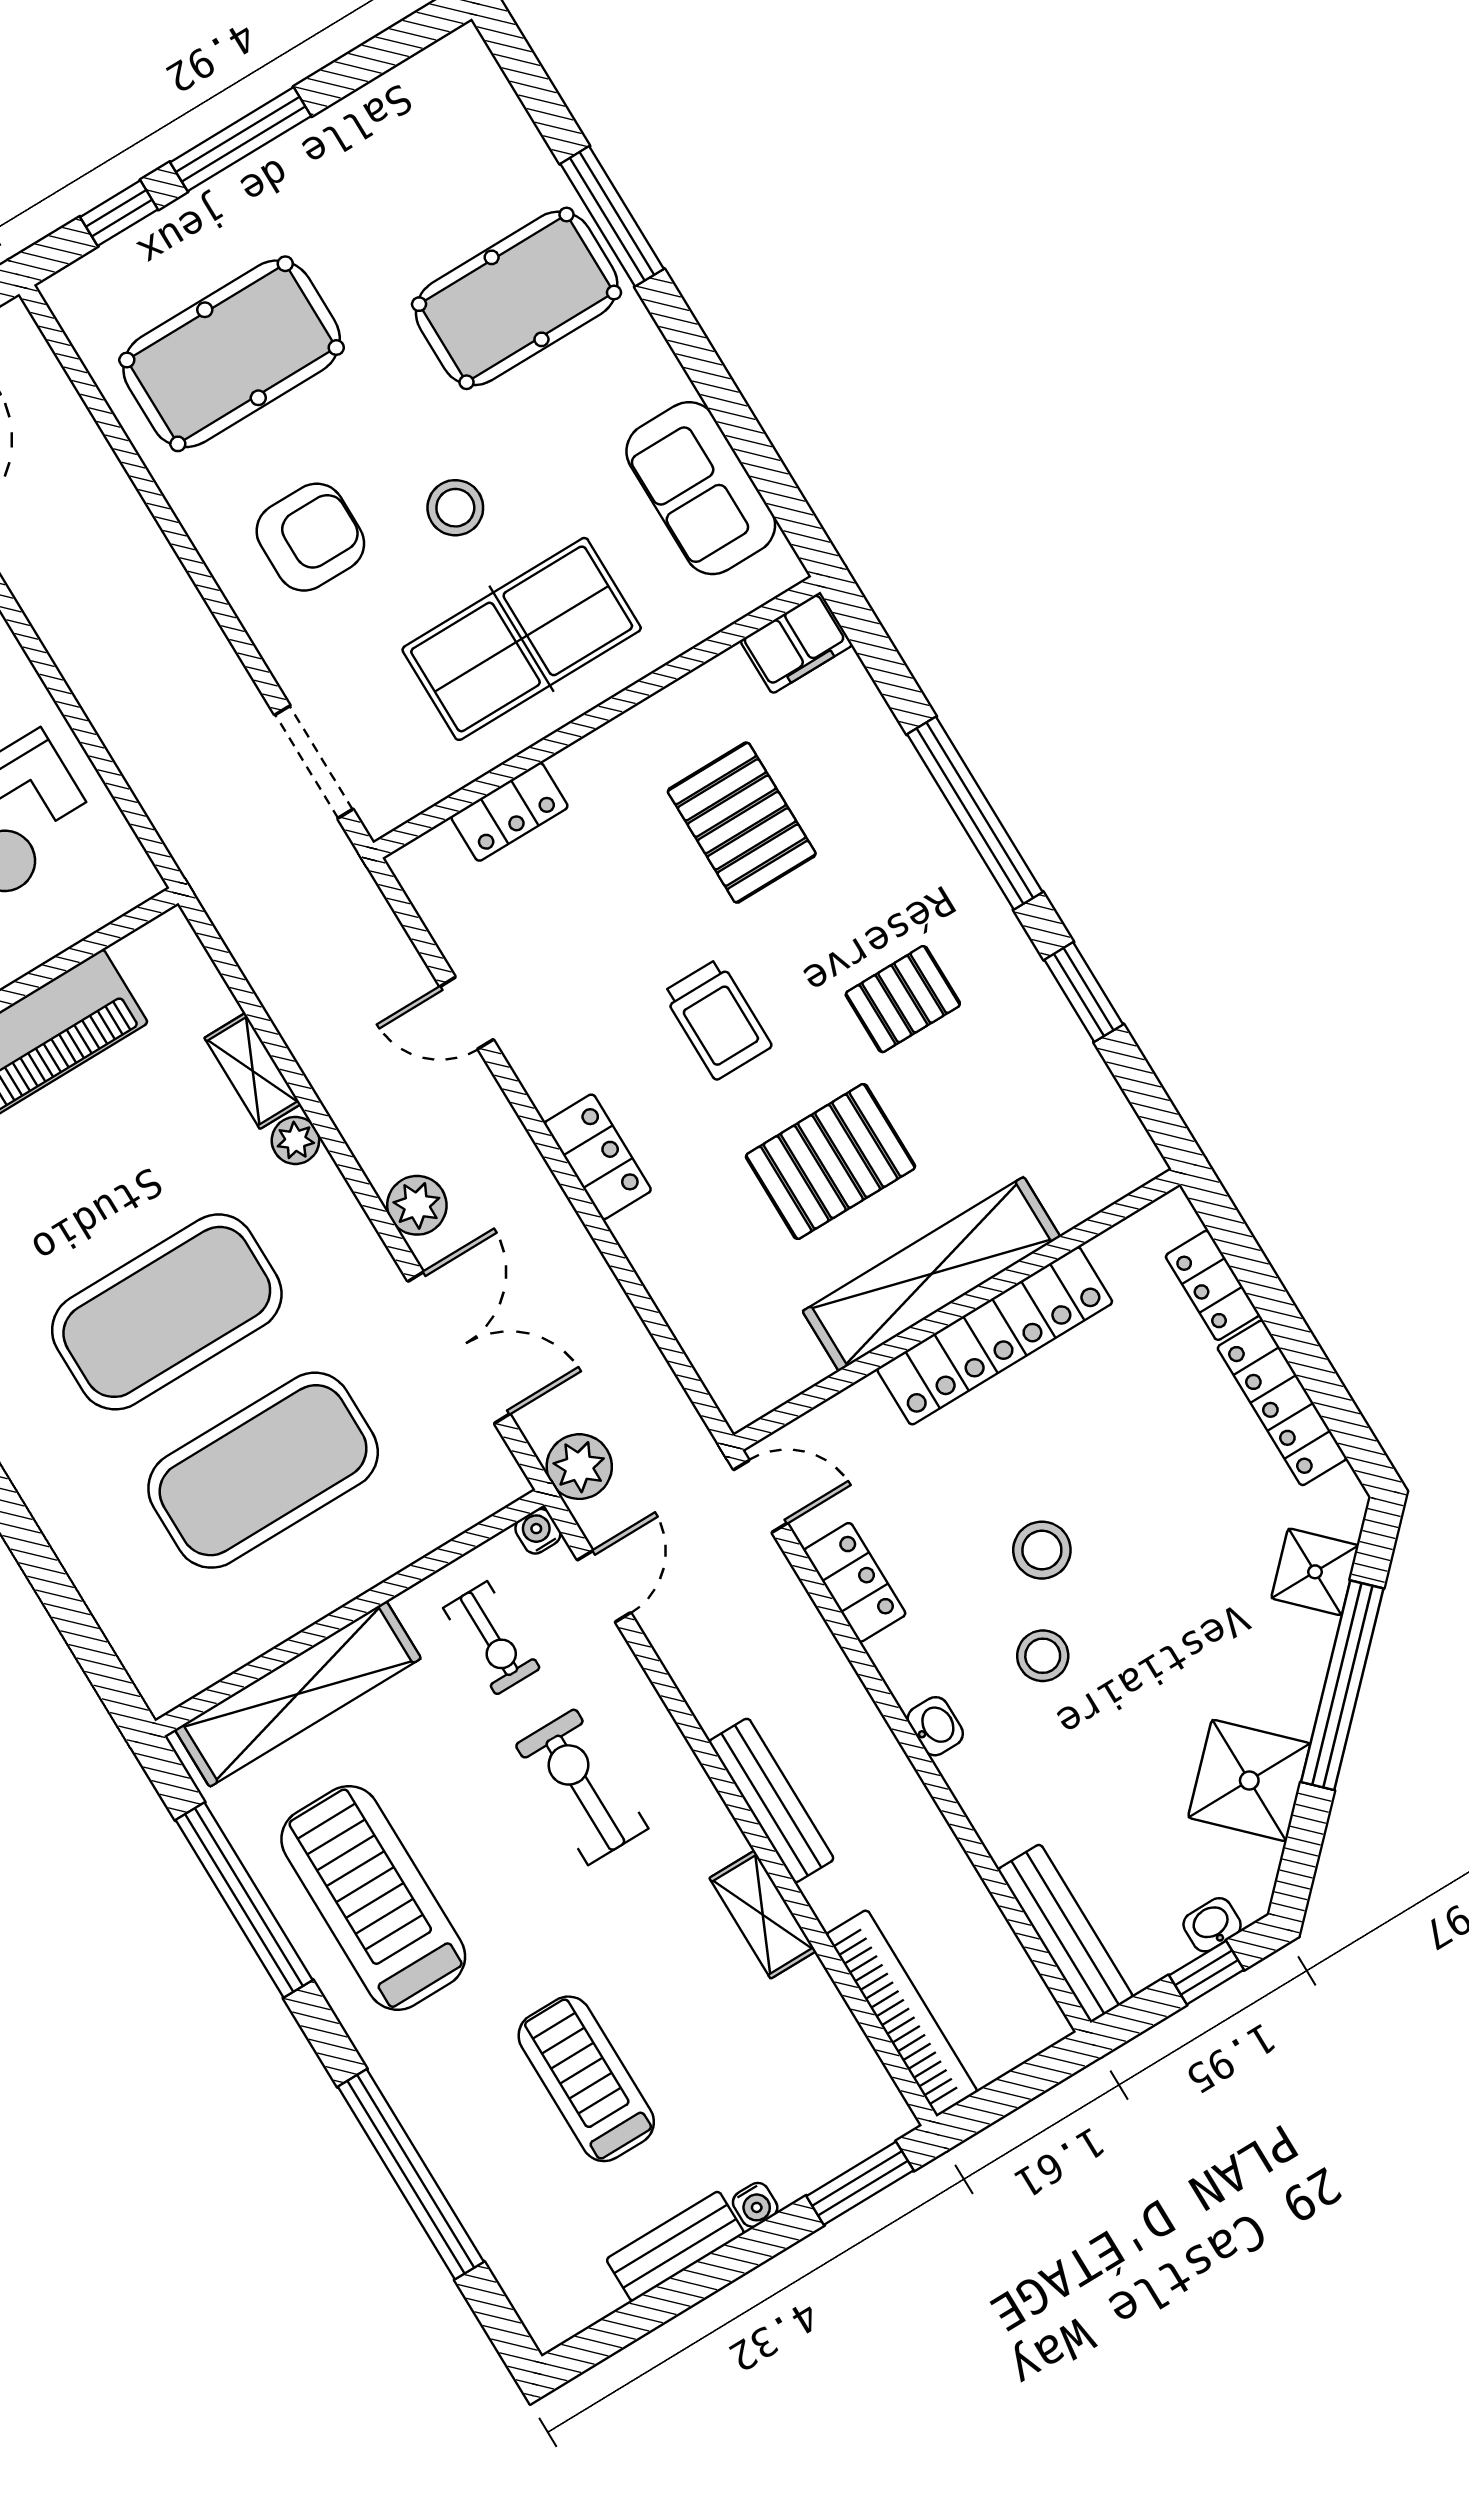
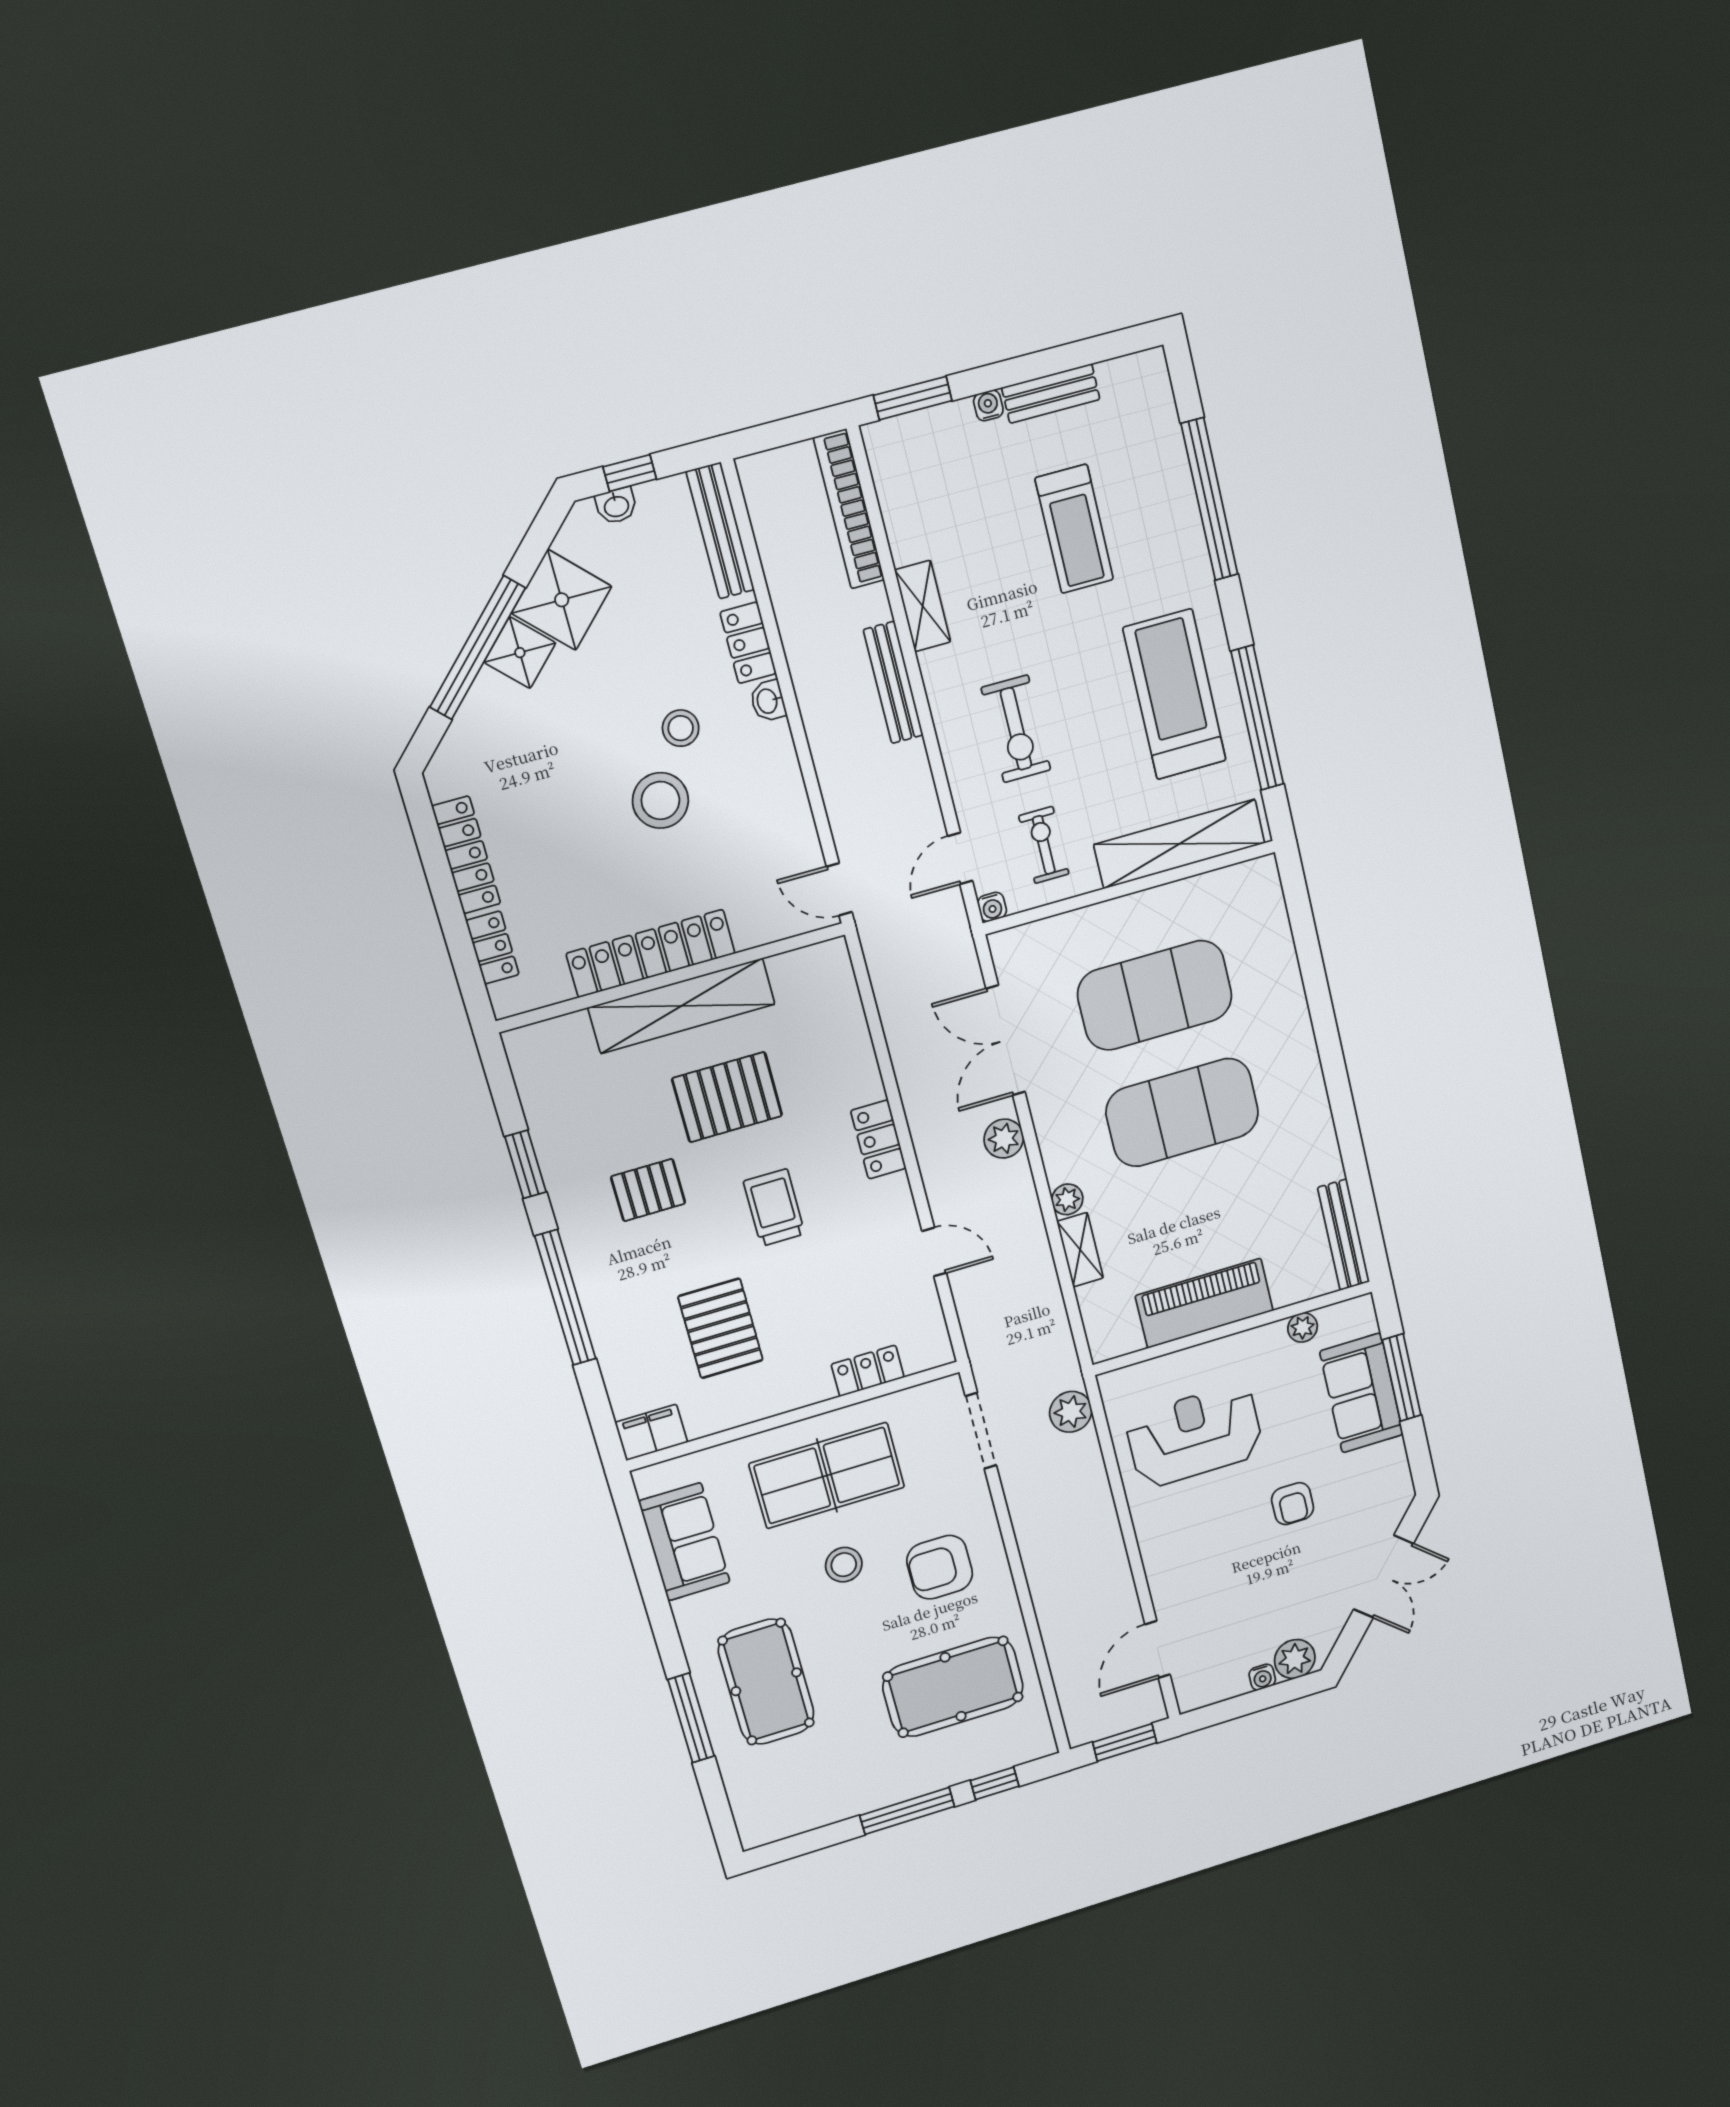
pool table: (517, 298) -> (766, 1682), turned 90
plant: (579, 1467) -> (1071, 1412), moved
stool: (1042, 1550) -> (660, 800), width x1.38, depth x1.38
shower: (1315, 1572) -> (520, 653), moved
locker: (855, 1582) -> (748, 643), moved
treadmill: (373, 1898) -> (1175, 694), turned 180

